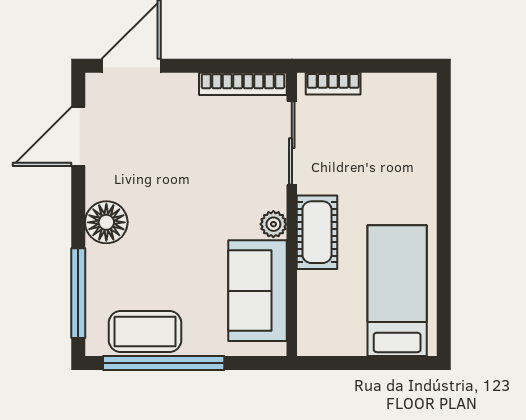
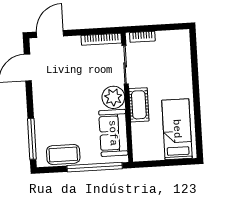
floor lamp: (106, 222) -> (43, 106), removed
plant: (273, 224) -> (113, 97), width x1.87, depth x1.87
window: (164, 363) -> (95, 167), moved

